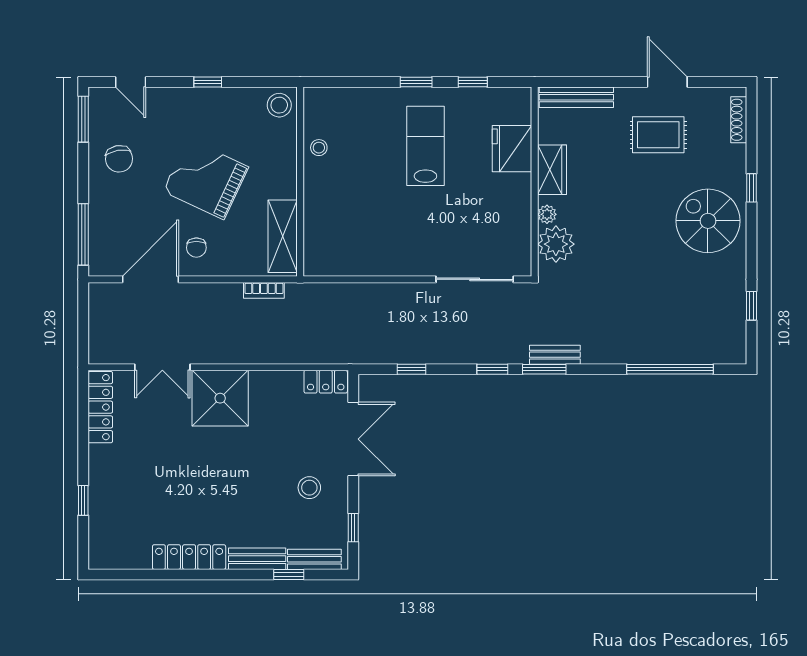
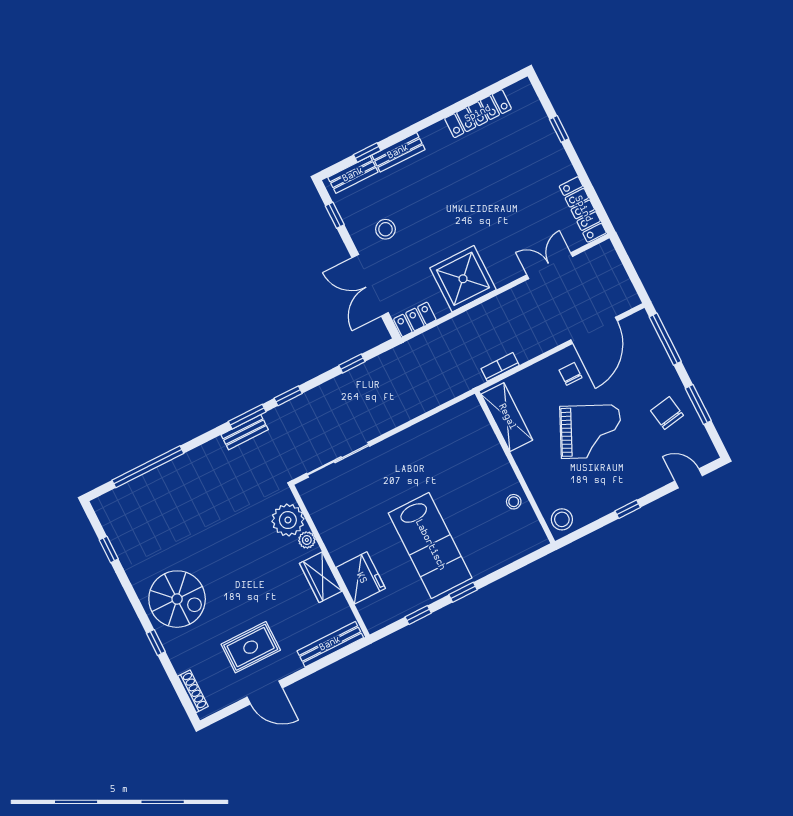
window: (83, 119) -> (698, 405), moved
lab bench: (425, 146) -> (430, 545), width x1.36, depth x1.39
shower: (220, 398) -> (463, 279), moved
locker: (189, 557) -> (478, 114), moved

